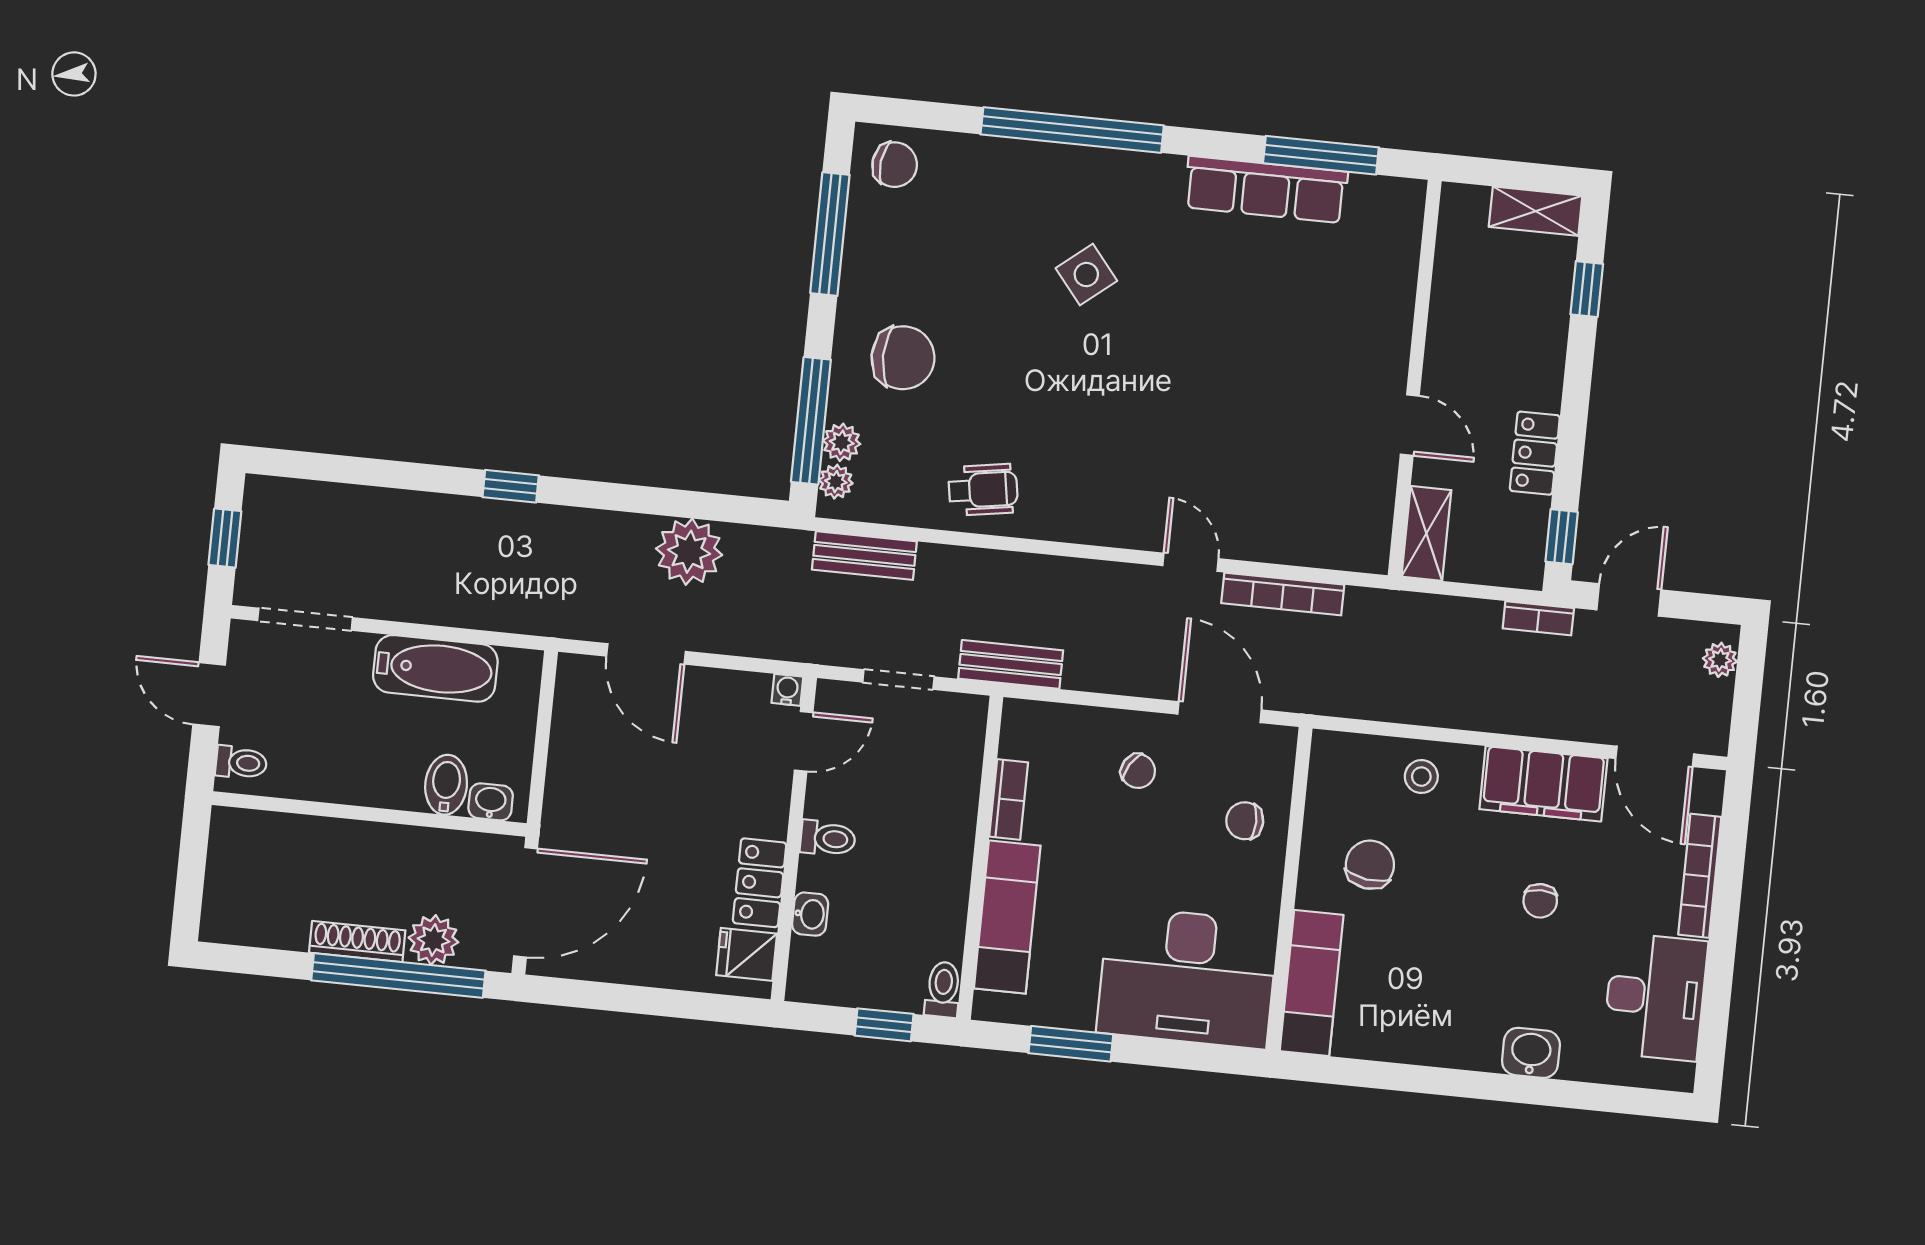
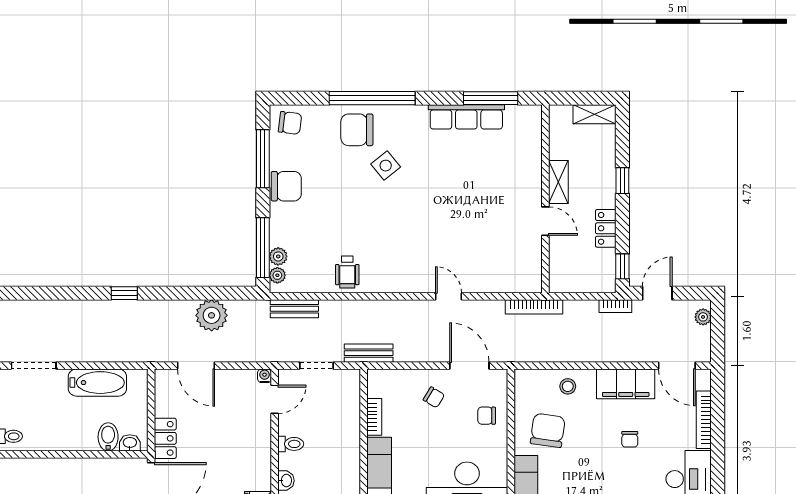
chair: (1034, 193) -> (357, 130), added
window: (1587, 289) -> (622, 181), moved
chair: (903, 358) -> (286, 186), moved
wheelchair: (983, 490) -> (347, 272), turned 99
shelving: (1426, 533) -> (558, 182), moved
bookcase: (1283, 594) -> (534, 307), moved
chair: (1370, 865) -> (548, 430), width x1.37, depth x1.37
locker: (760, 883) -> (165, 438), moved, turned 180

